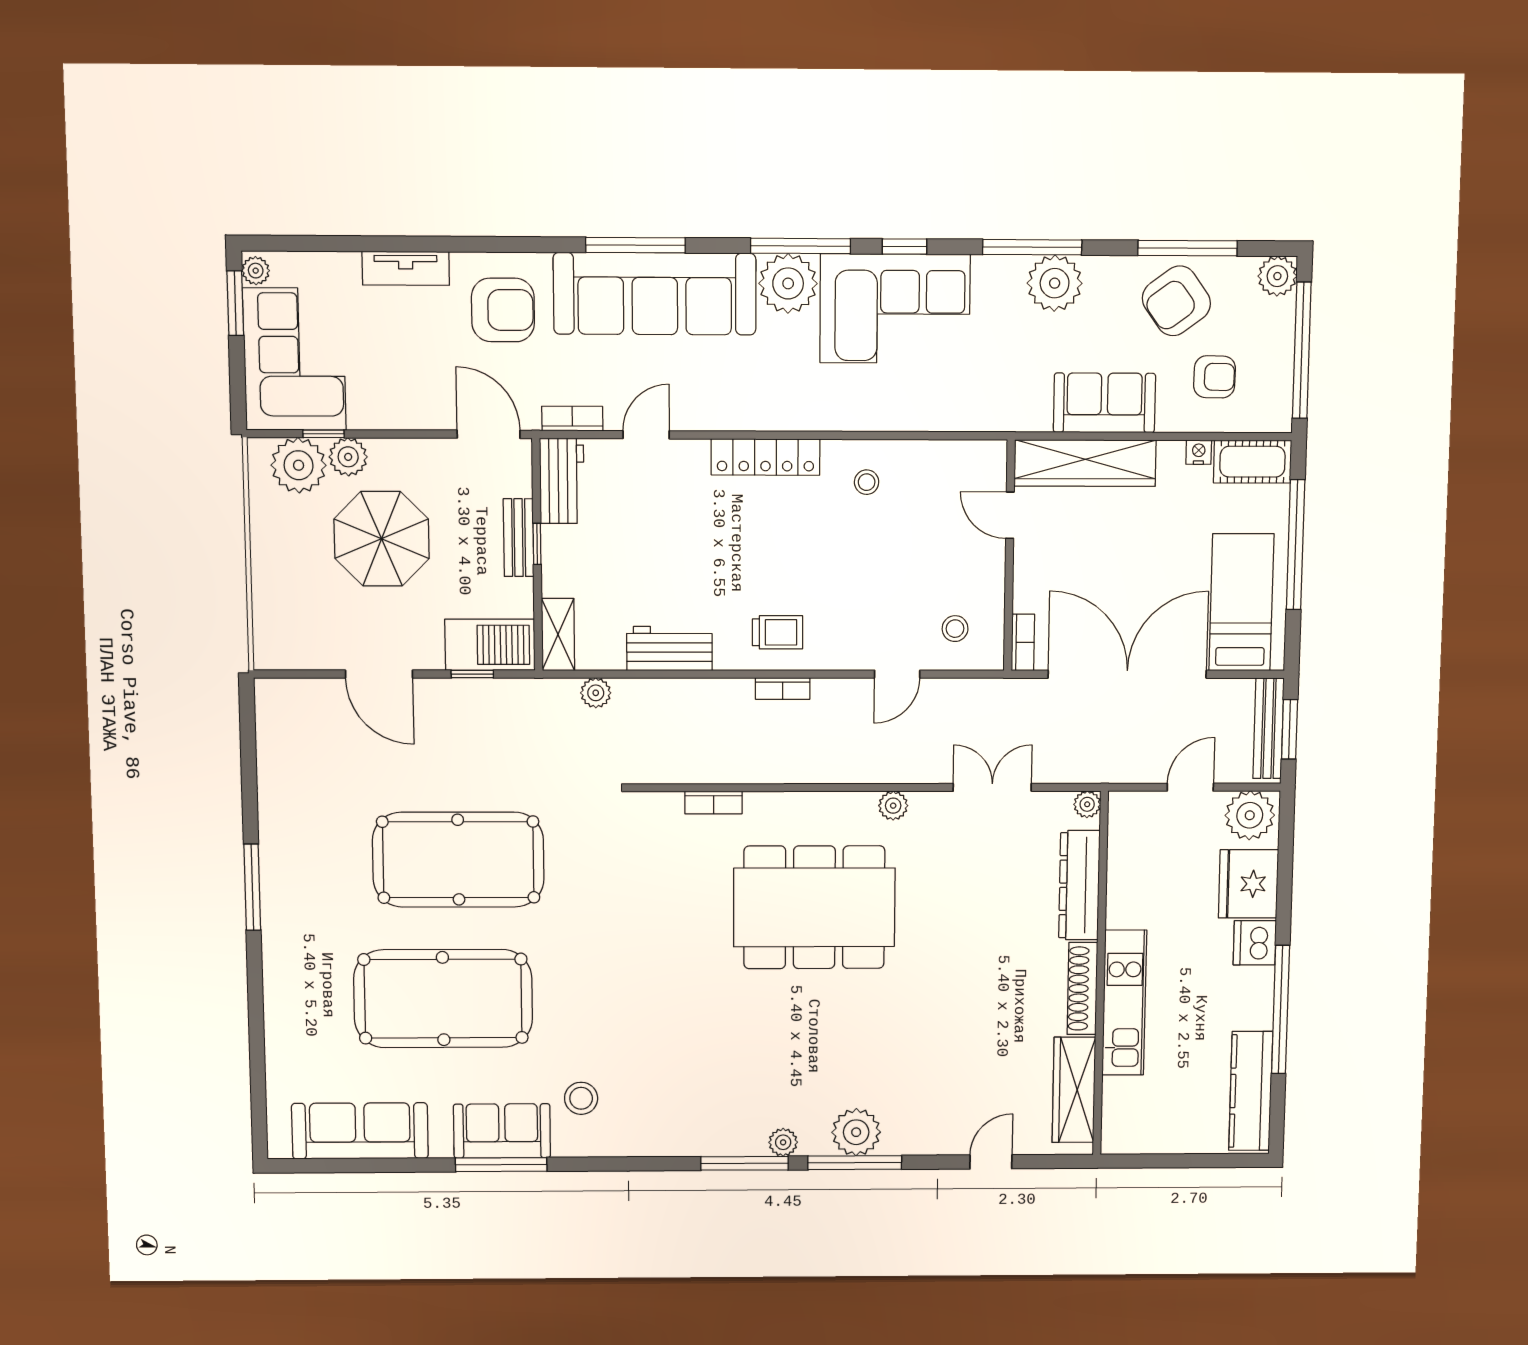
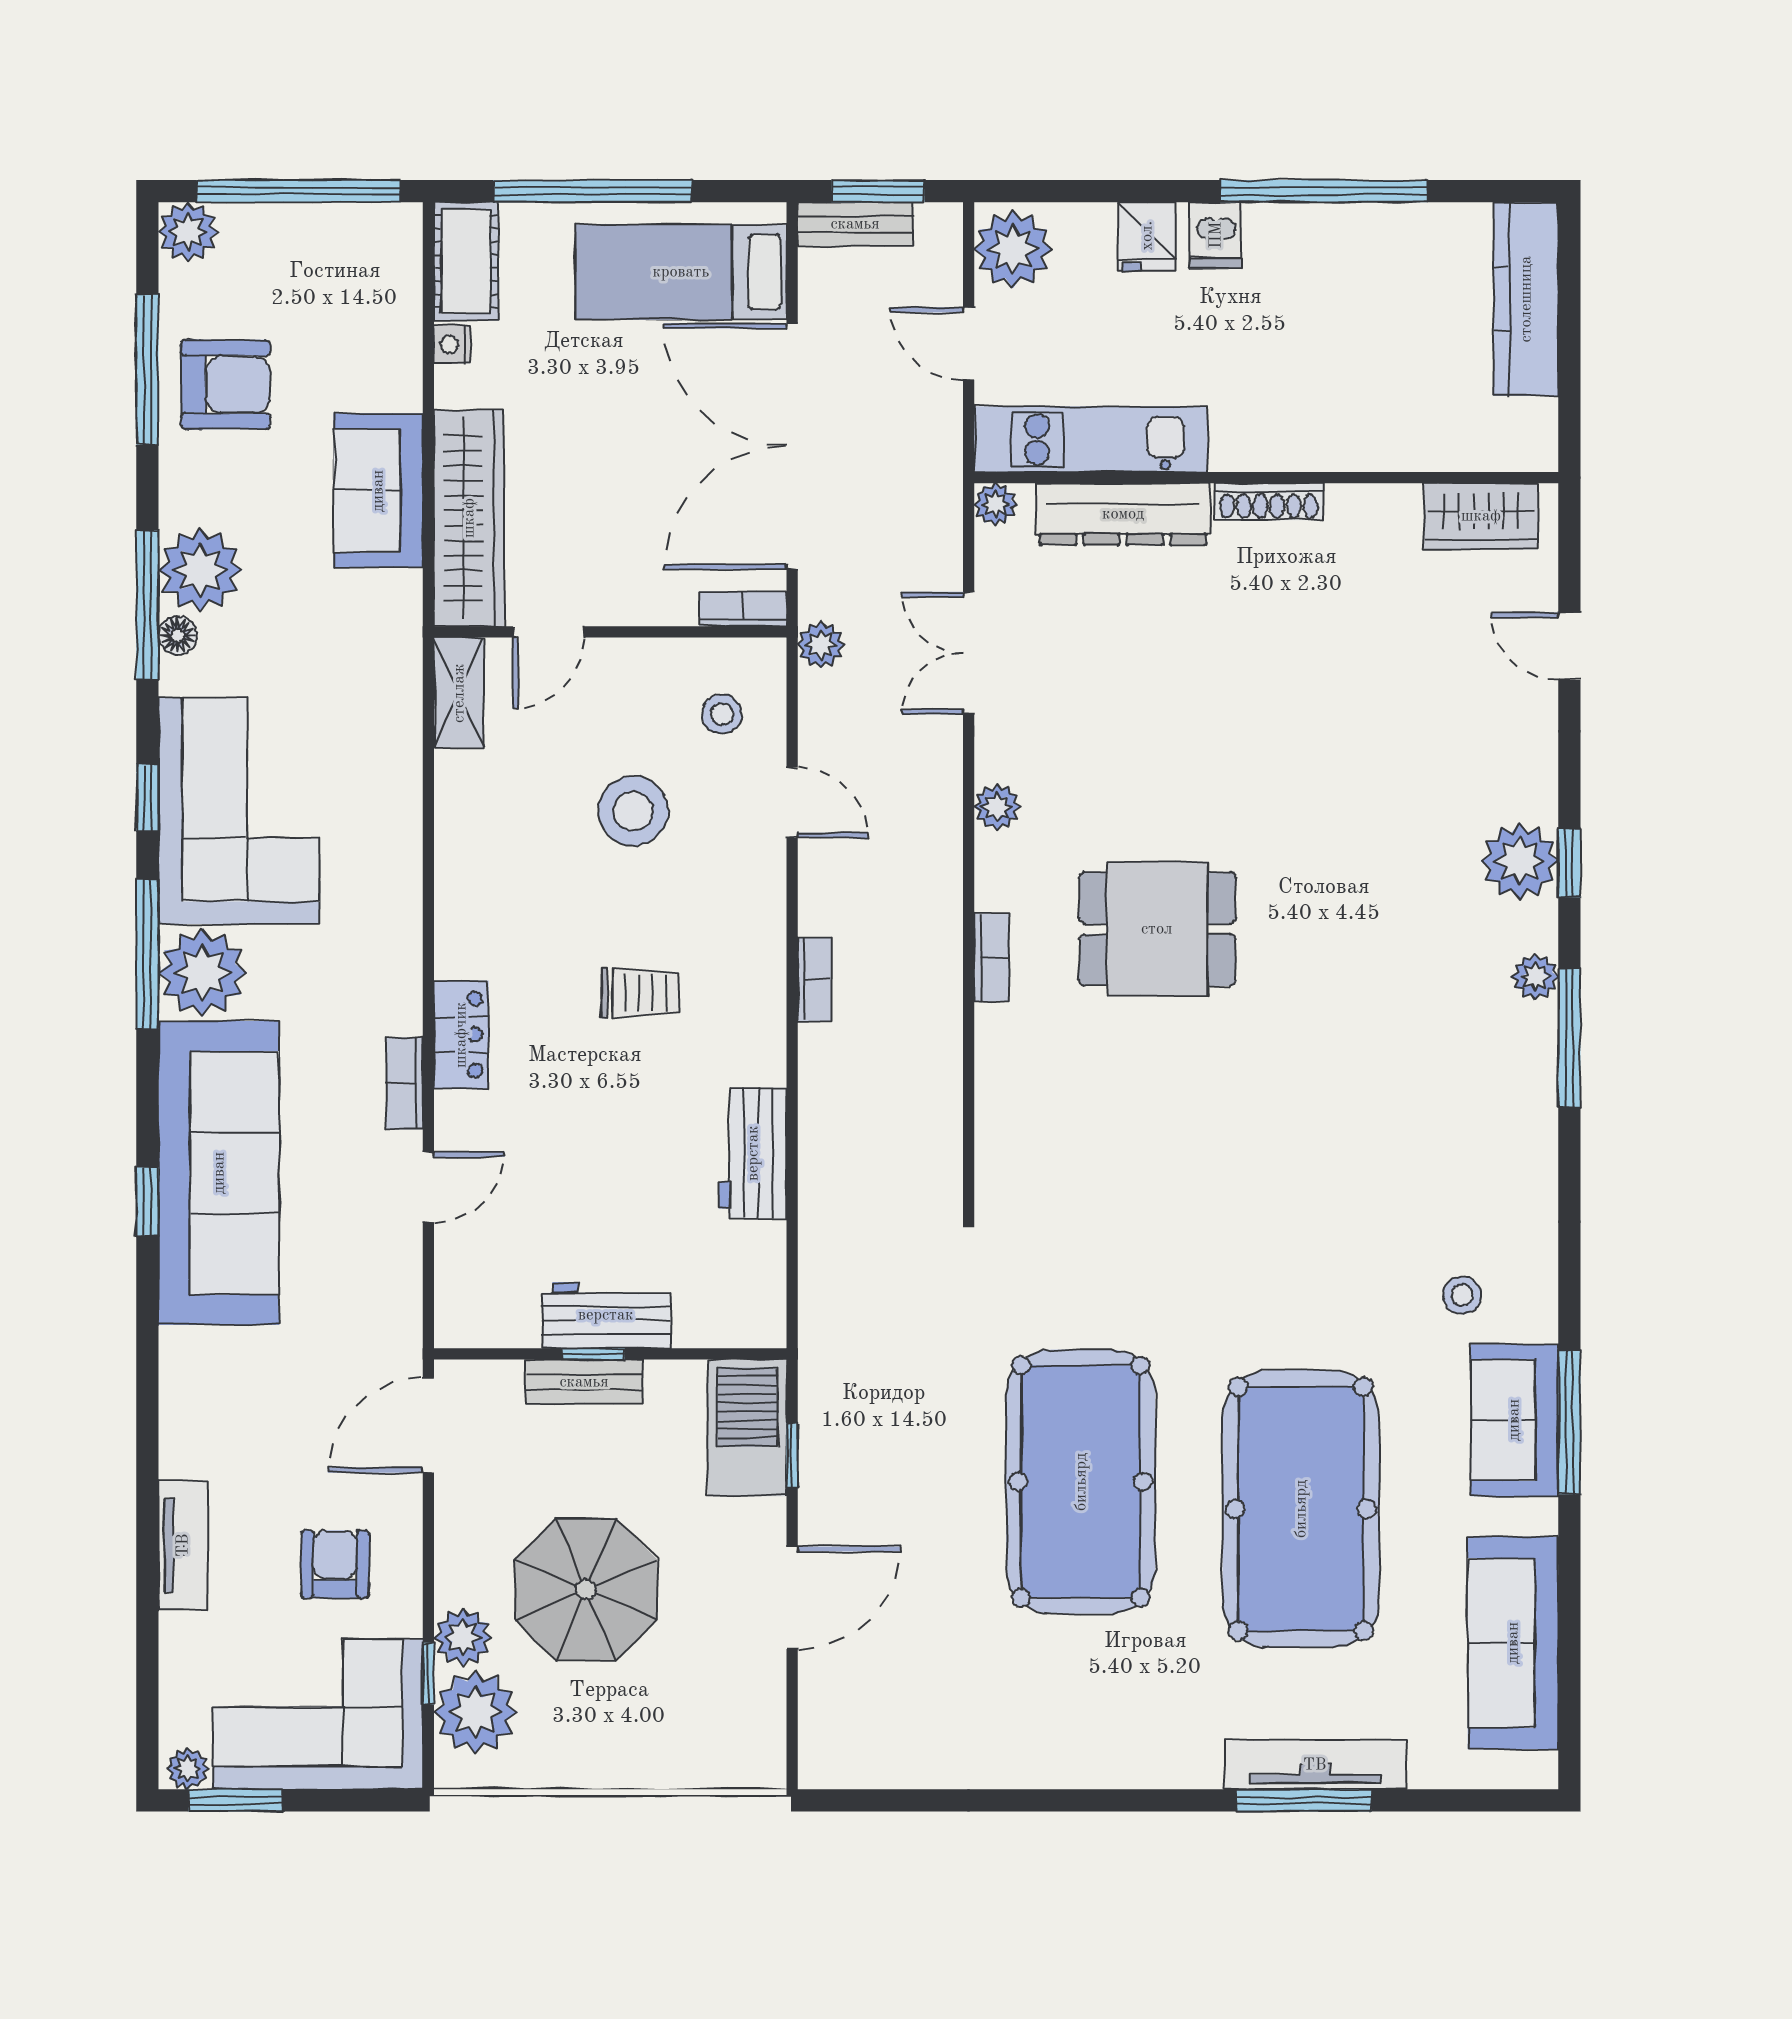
window: (636, 245) -> (147, 1201), width x0.46
floor lamp: (1012, 268) -> (178, 635), added
armchair: (1176, 301) -> (226, 384), turned -54
armchair: (503, 310) -> (335, 1564), moved, width x0.72, depth x0.72
armchair: (1215, 377) -> (339, 323), removed
bookcase: (572, 419) -> (405, 1083), moved
door: (646, 435) -> (428, 1187), swing flipped
locker: (765, 457) -> (461, 1035), width x0.66
workbench: (562, 481) -> (606, 1315), moved
stool: (867, 482) -> (633, 811), moved, width x1.89, depth x1.89
trolley: (777, 632) -> (640, 993), moved, turned 90
shelving: (558, 635) -> (459, 693), moved, turned 90
plant: (596, 693) -> (821, 645), moved
bench: (1268, 728) -> (855, 224), width x0.73
bookcase: (714, 803) -> (992, 958), moved
fridge: (1248, 884) -> (1147, 236), width x0.53, depth x0.75
window: (252, 887) -> (1304, 1800), moved
dining table: (814, 907) -> (1157, 929), width x0.53, depth x0.80
dishwasher: (1255, 943) -> (1216, 235), width x0.73
shoe rack: (1082, 989) -> (1269, 502), width x0.74, depth x0.81
kitchen unit: (1124, 1003) -> (1091, 439), moved
tv unit: (279, 1008) -> (1315, 1765), added
wardrobe: (1074, 1090) -> (1481, 516), width x0.67
kitchen counter: (1251, 1091) -> (1526, 299), moved, turned 90
stool: (581, 1098) -> (1462, 1295), width x0.73, depth x0.73
window: (855, 1163) -> (1569, 863), width x0.46

